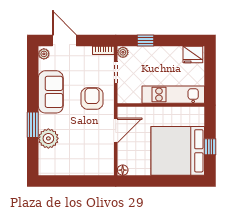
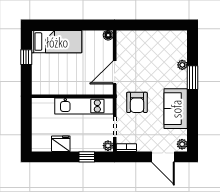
fridge: (193, 54) -> (61, 144), moved
kitchen unit: (173, 95) -> (84, 106), moved
plant: (48, 138) -> (182, 65), width x0.53, depth x0.53
bed: (178, 151) -> (57, 42), width x0.49

